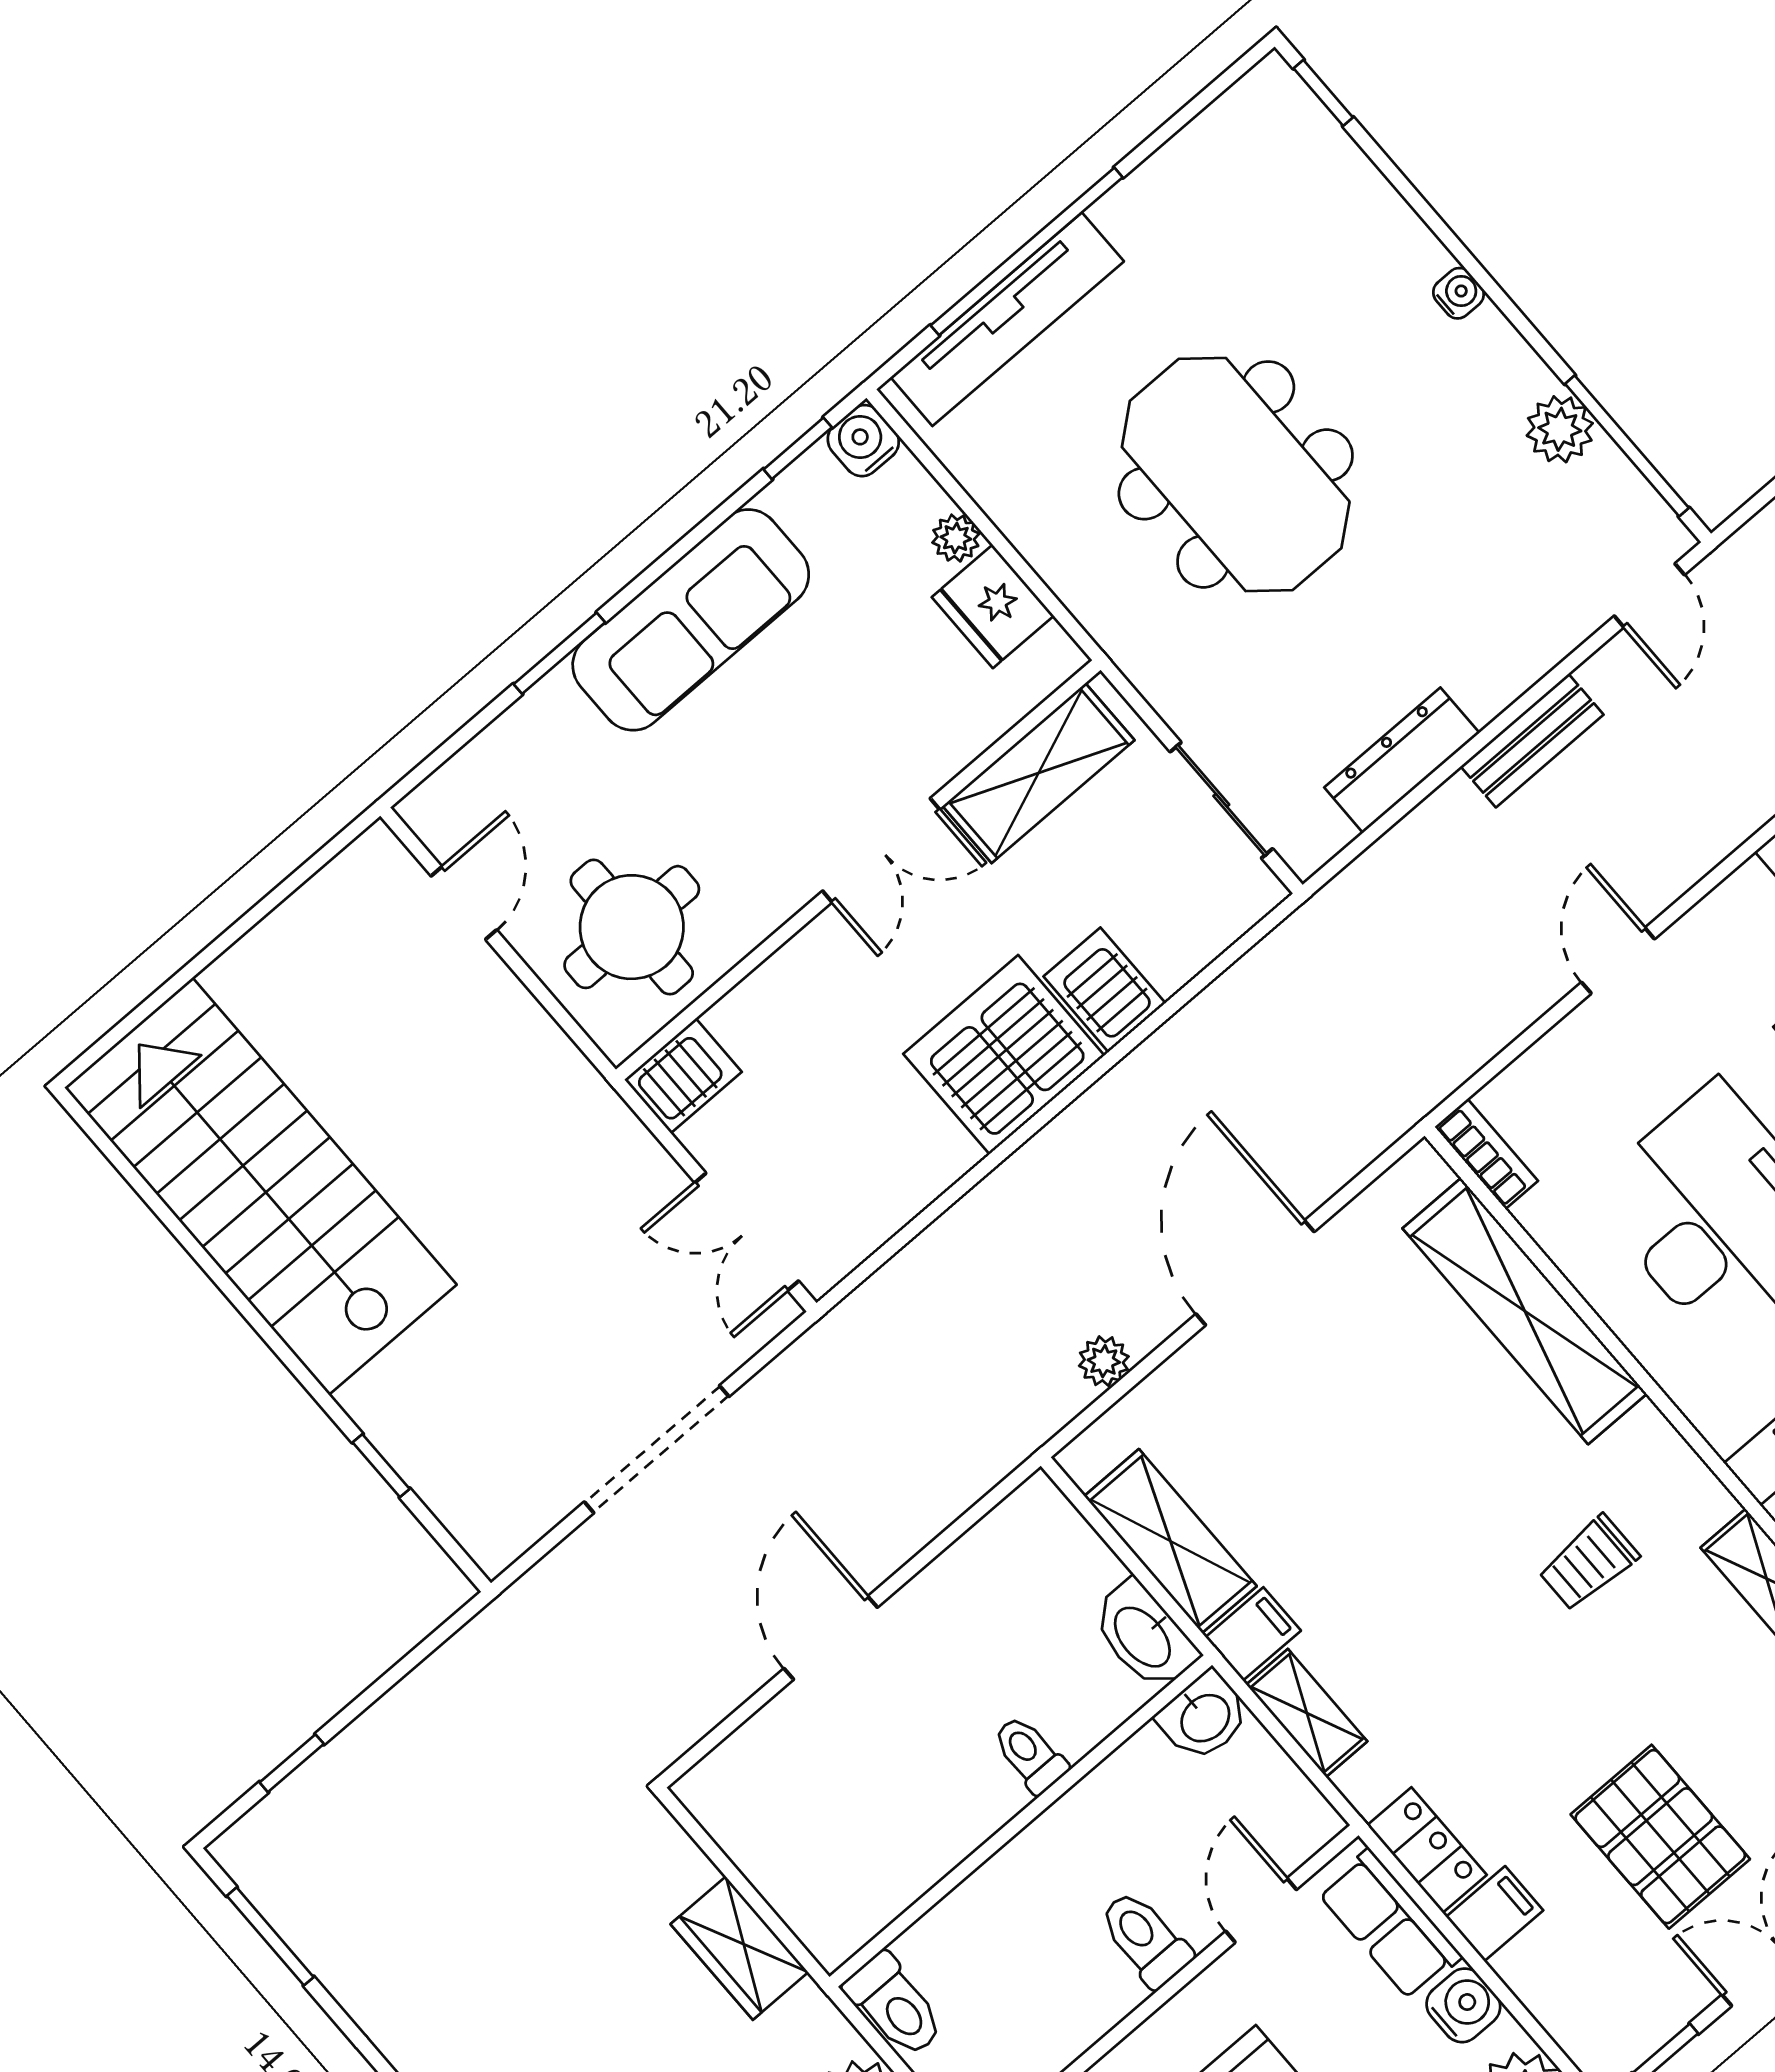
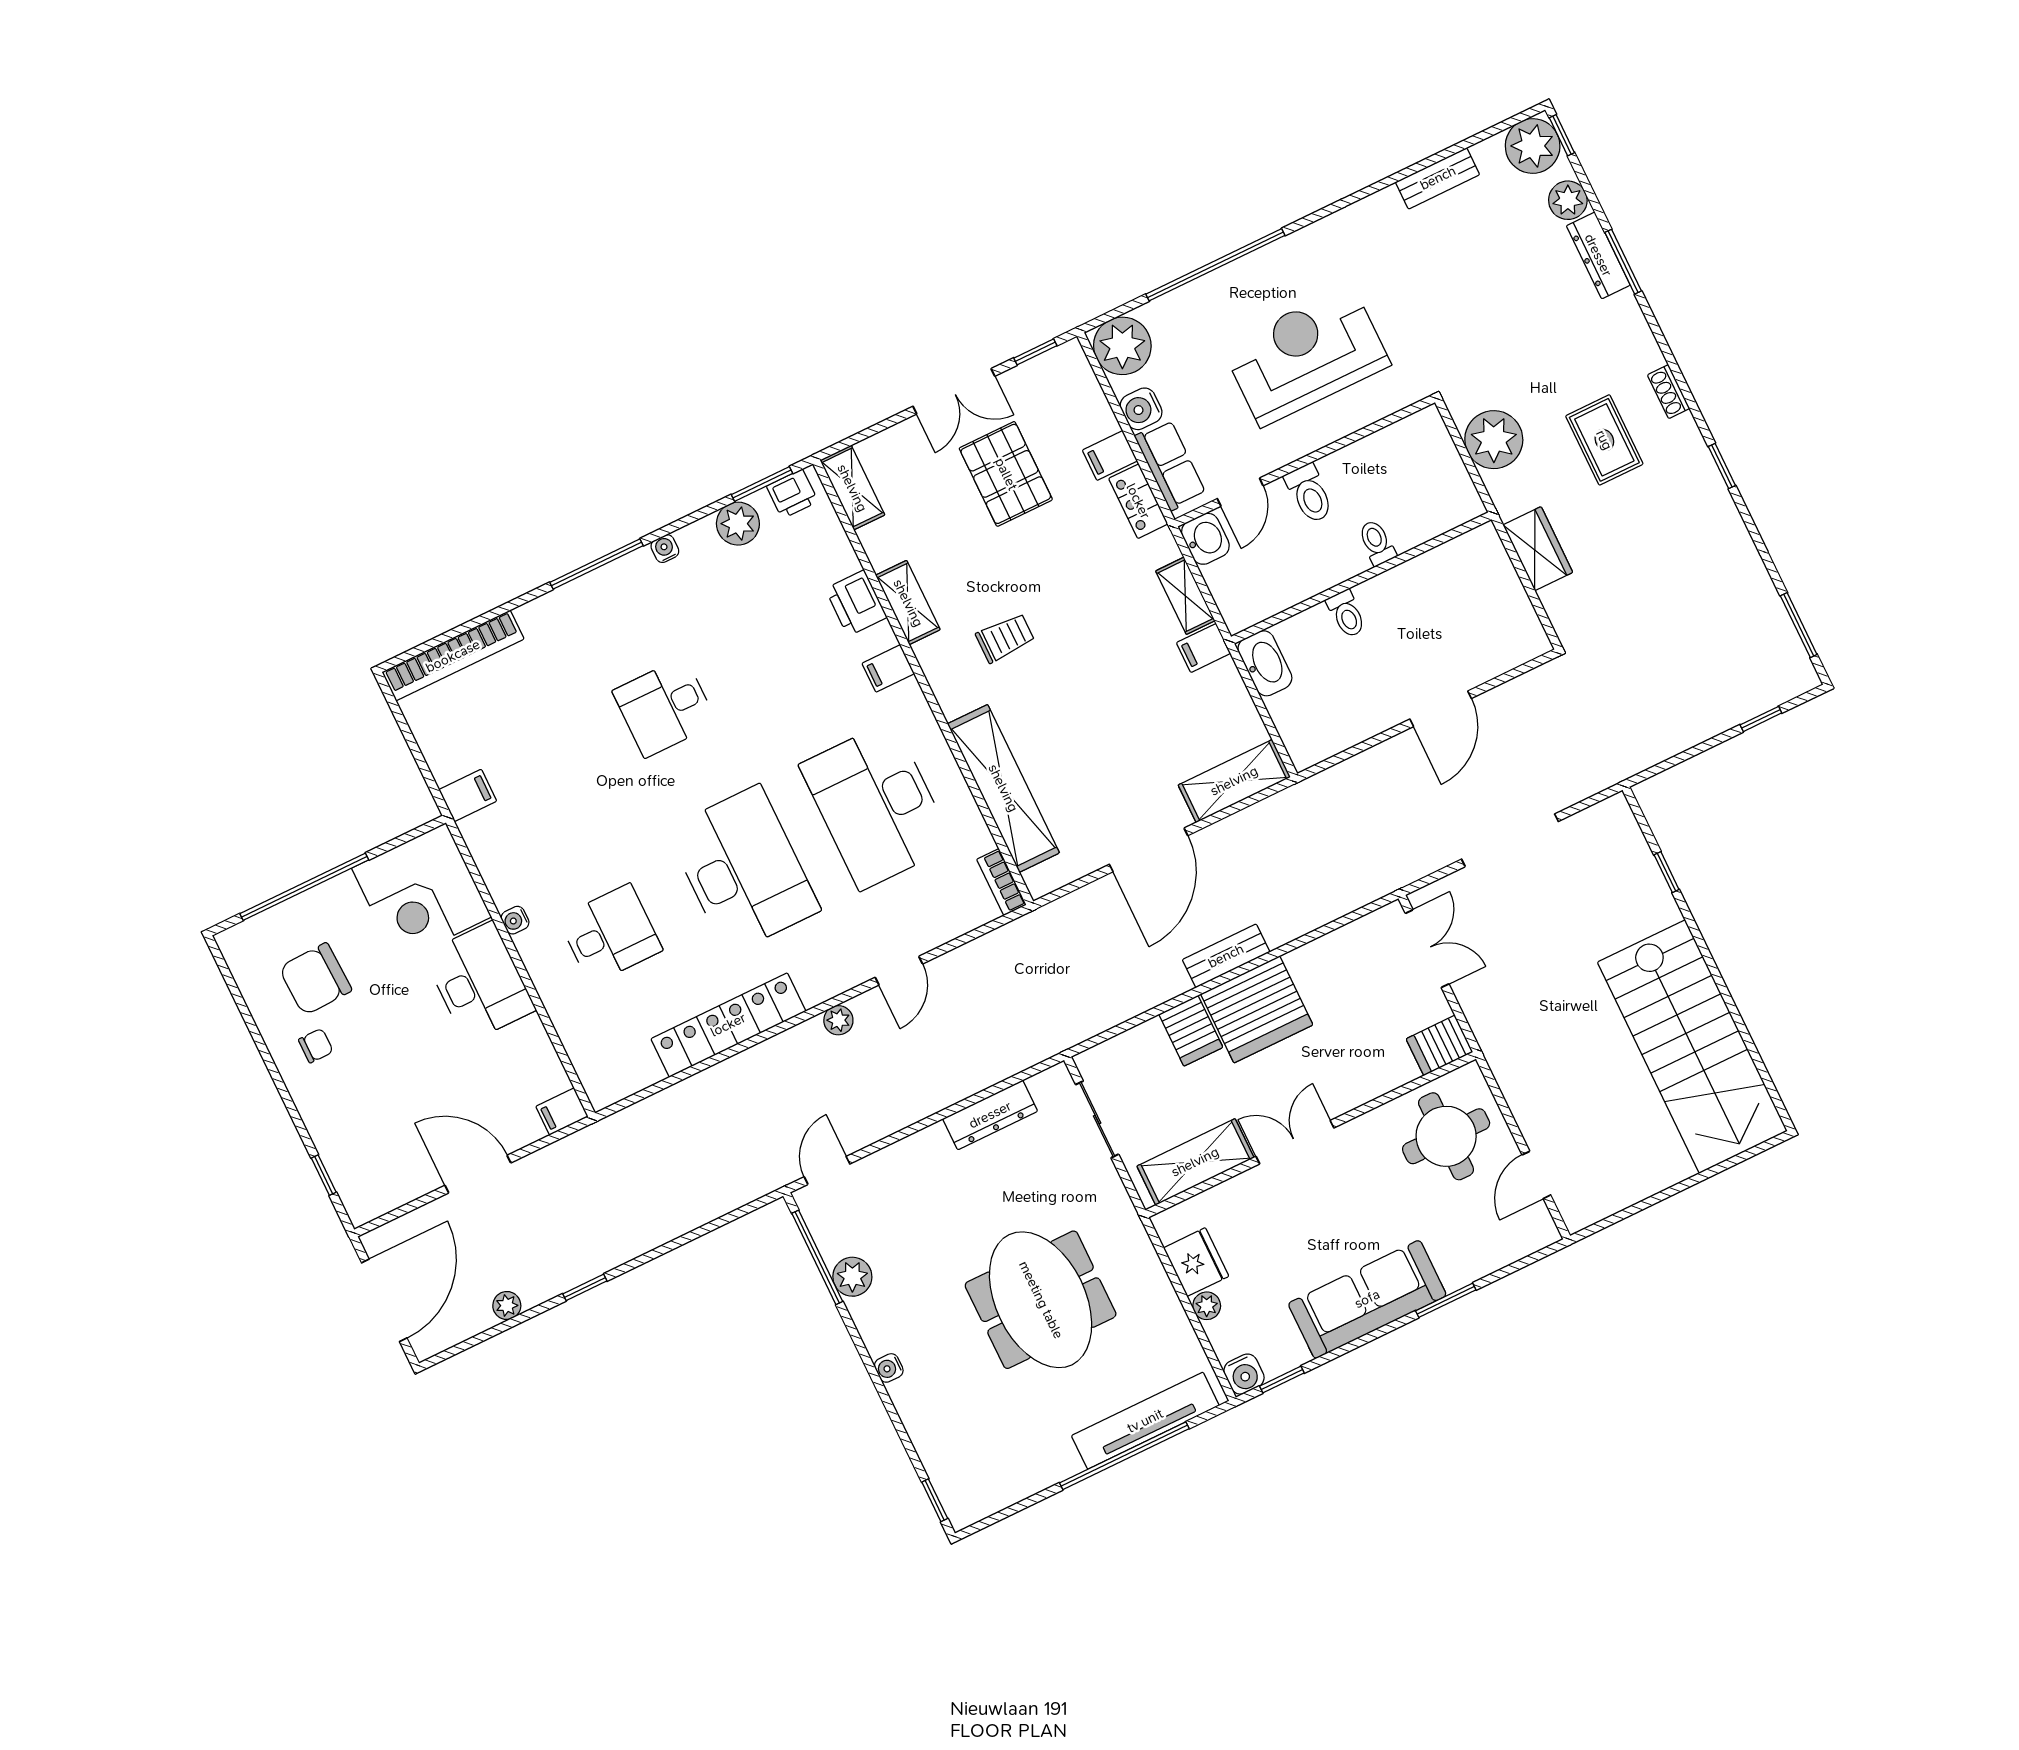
bench: (1532, 741) -> (1226, 956), moved
plant: (1104, 1361) -> (838, 1020), moved
shelving: (1170, 1541) -> (1234, 781), moved, turned 90
washbasin: (1204, 1717) -> (1205, 539), moved, turned 90
toilet: (895, 2005) -> (1377, 543), moved, width x0.73, depth x0.72

